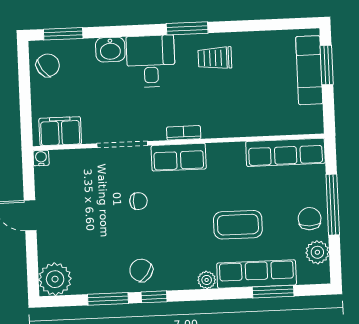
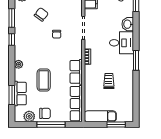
trolley: (215, 58) -> (109, 81), moved
exam couch: (309, 70) -> (100, 116), moved
row of seats: (179, 157) -> (76, 72), moved
chair: (141, 270) -> (41, 14), moved
row of seats: (257, 274) -> (20, 94), width x0.68

